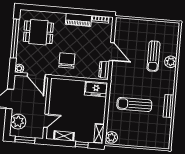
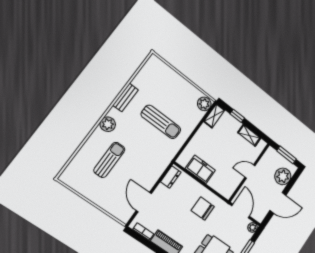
door: (112, 52) -> (144, 202), moved
chair: (67, 60) -> (203, 209), turned 90
plant: (171, 62) -> (108, 124), moved
freezer: (96, 89) -> (200, 169), moved
door: (46, 121) -> (250, 172), moved

